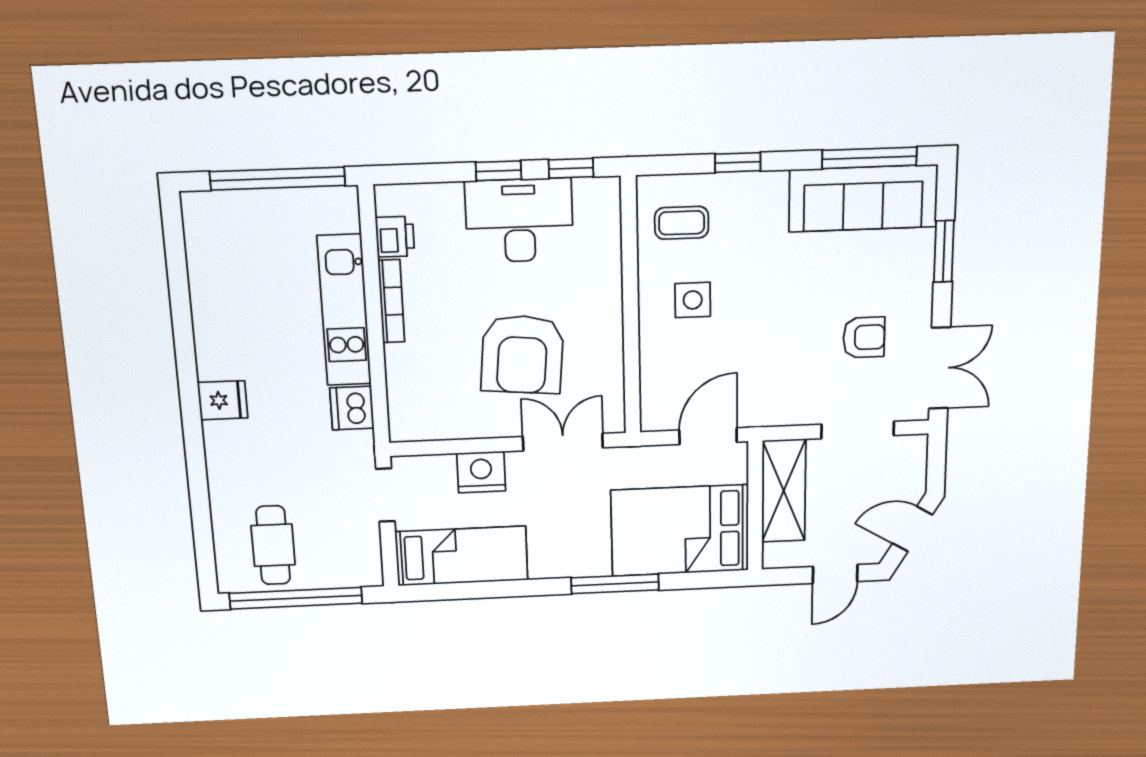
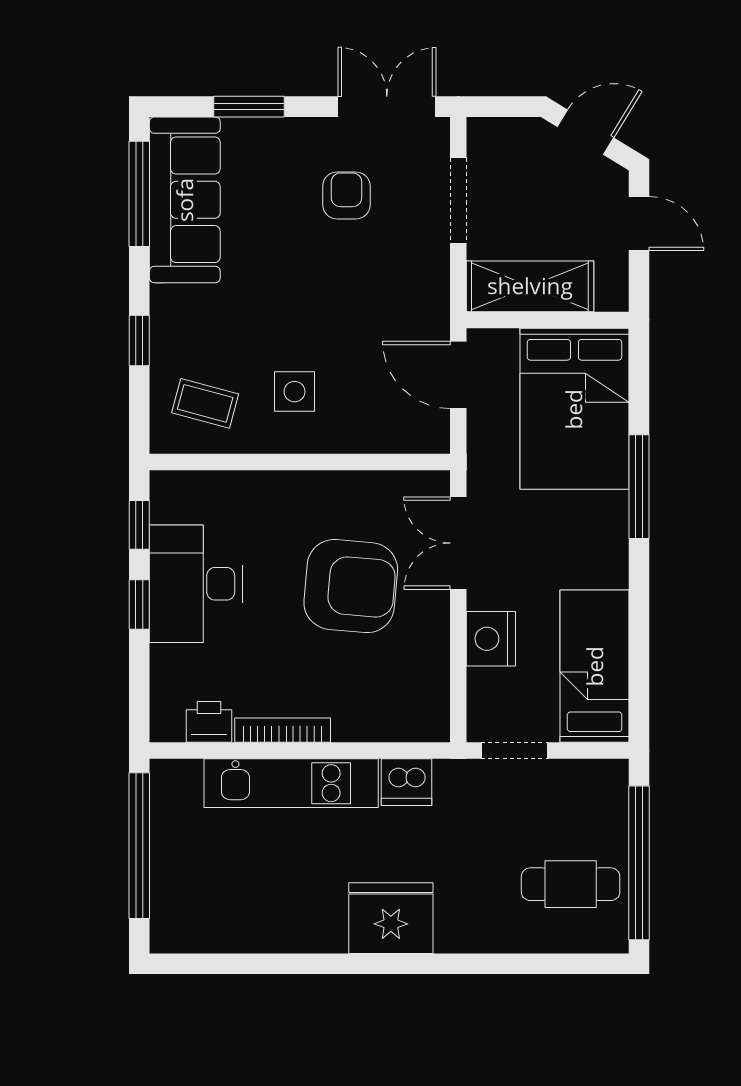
coffee table: (682, 223) -> (205, 403), turned -75
fridge: (223, 400) -> (391, 918), width x1.88, depth x1.34
door: (912, 529) -> (586, 132), swing flipped

